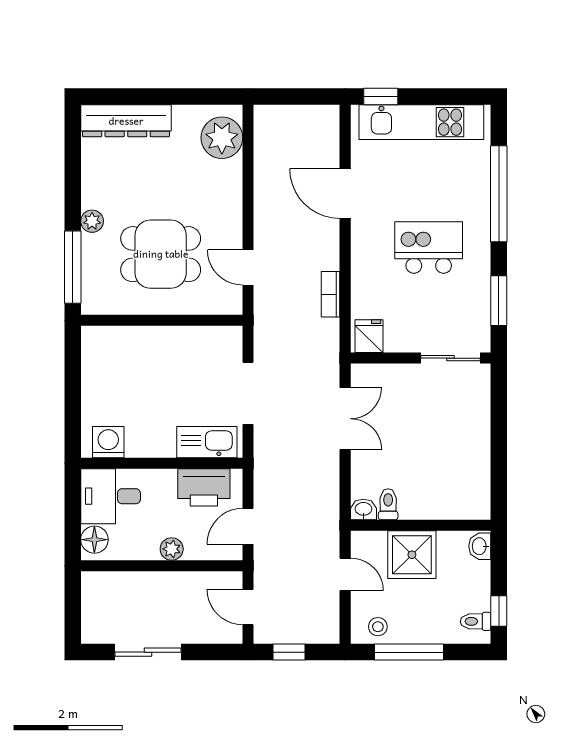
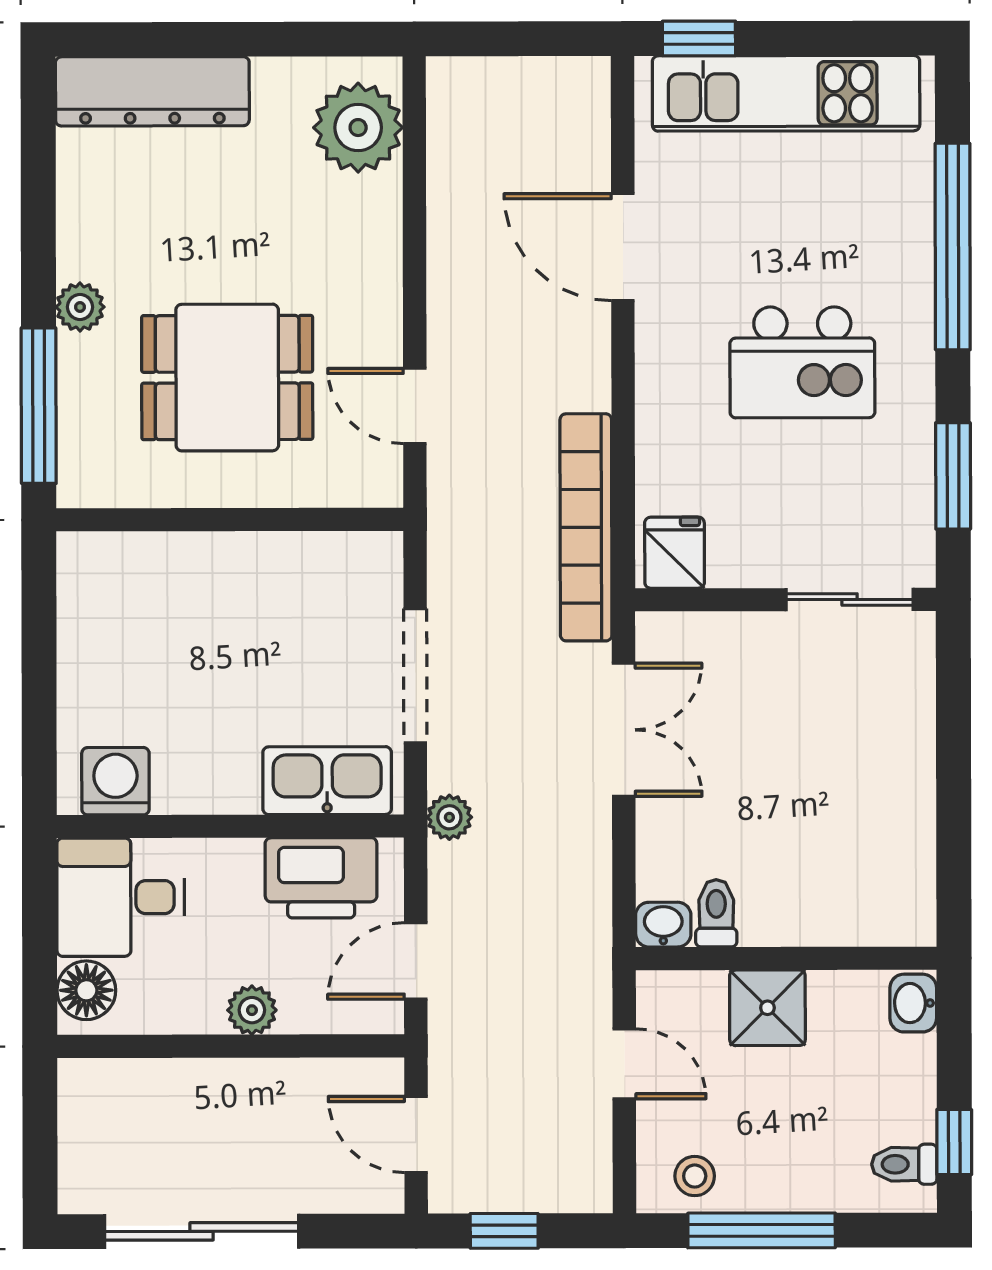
kitchen island: (429, 248) -> (802, 362), turned 180
bookcase: (331, 294) -> (586, 527), width x2.31, depth x1.31
plant: (264, 459) -> (449, 817), added
shower: (412, 555) -> (767, 1008), width x0.73, depth x0.73
sliding door: (148, 652) -> (202, 1231), width x1.37

